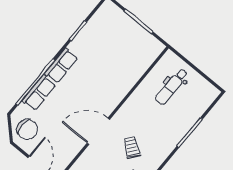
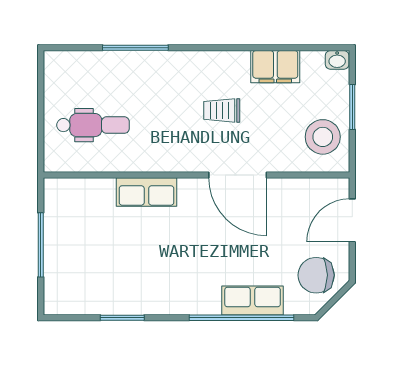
row of seats: (61, 66) -> (146, 192), moved, turned 180
chair: (27, 129) -> (316, 275), turned -90
trolley: (132, 147) -> (222, 110), turned 52

